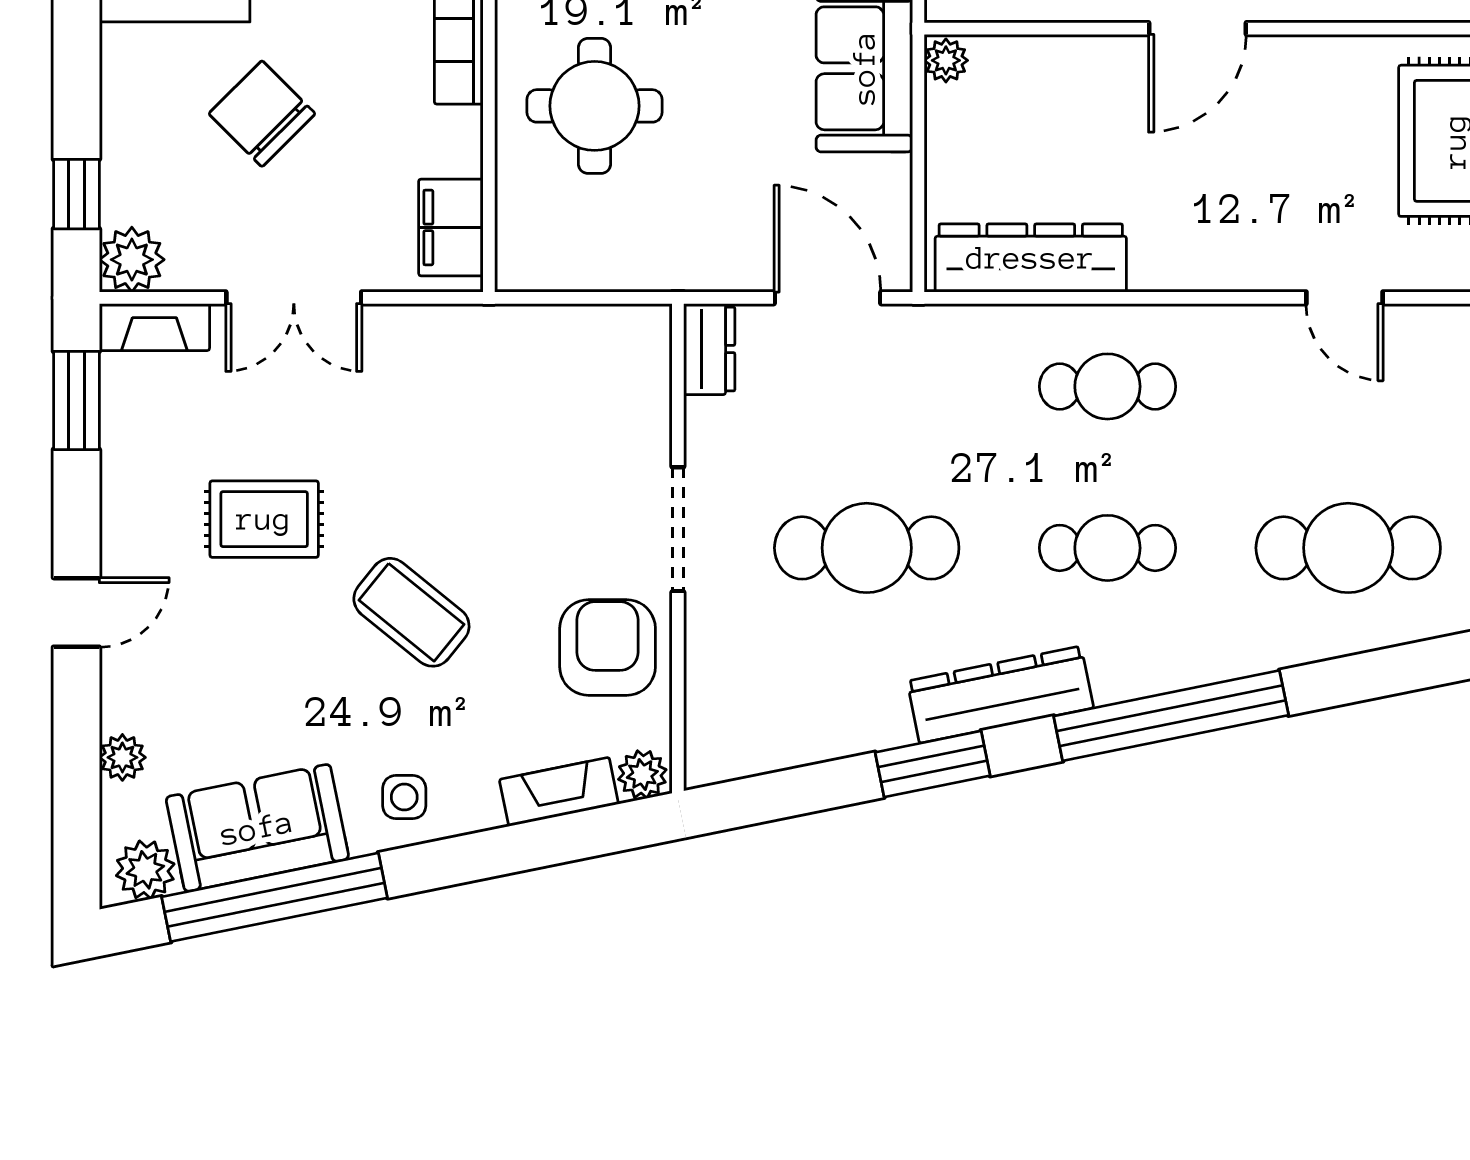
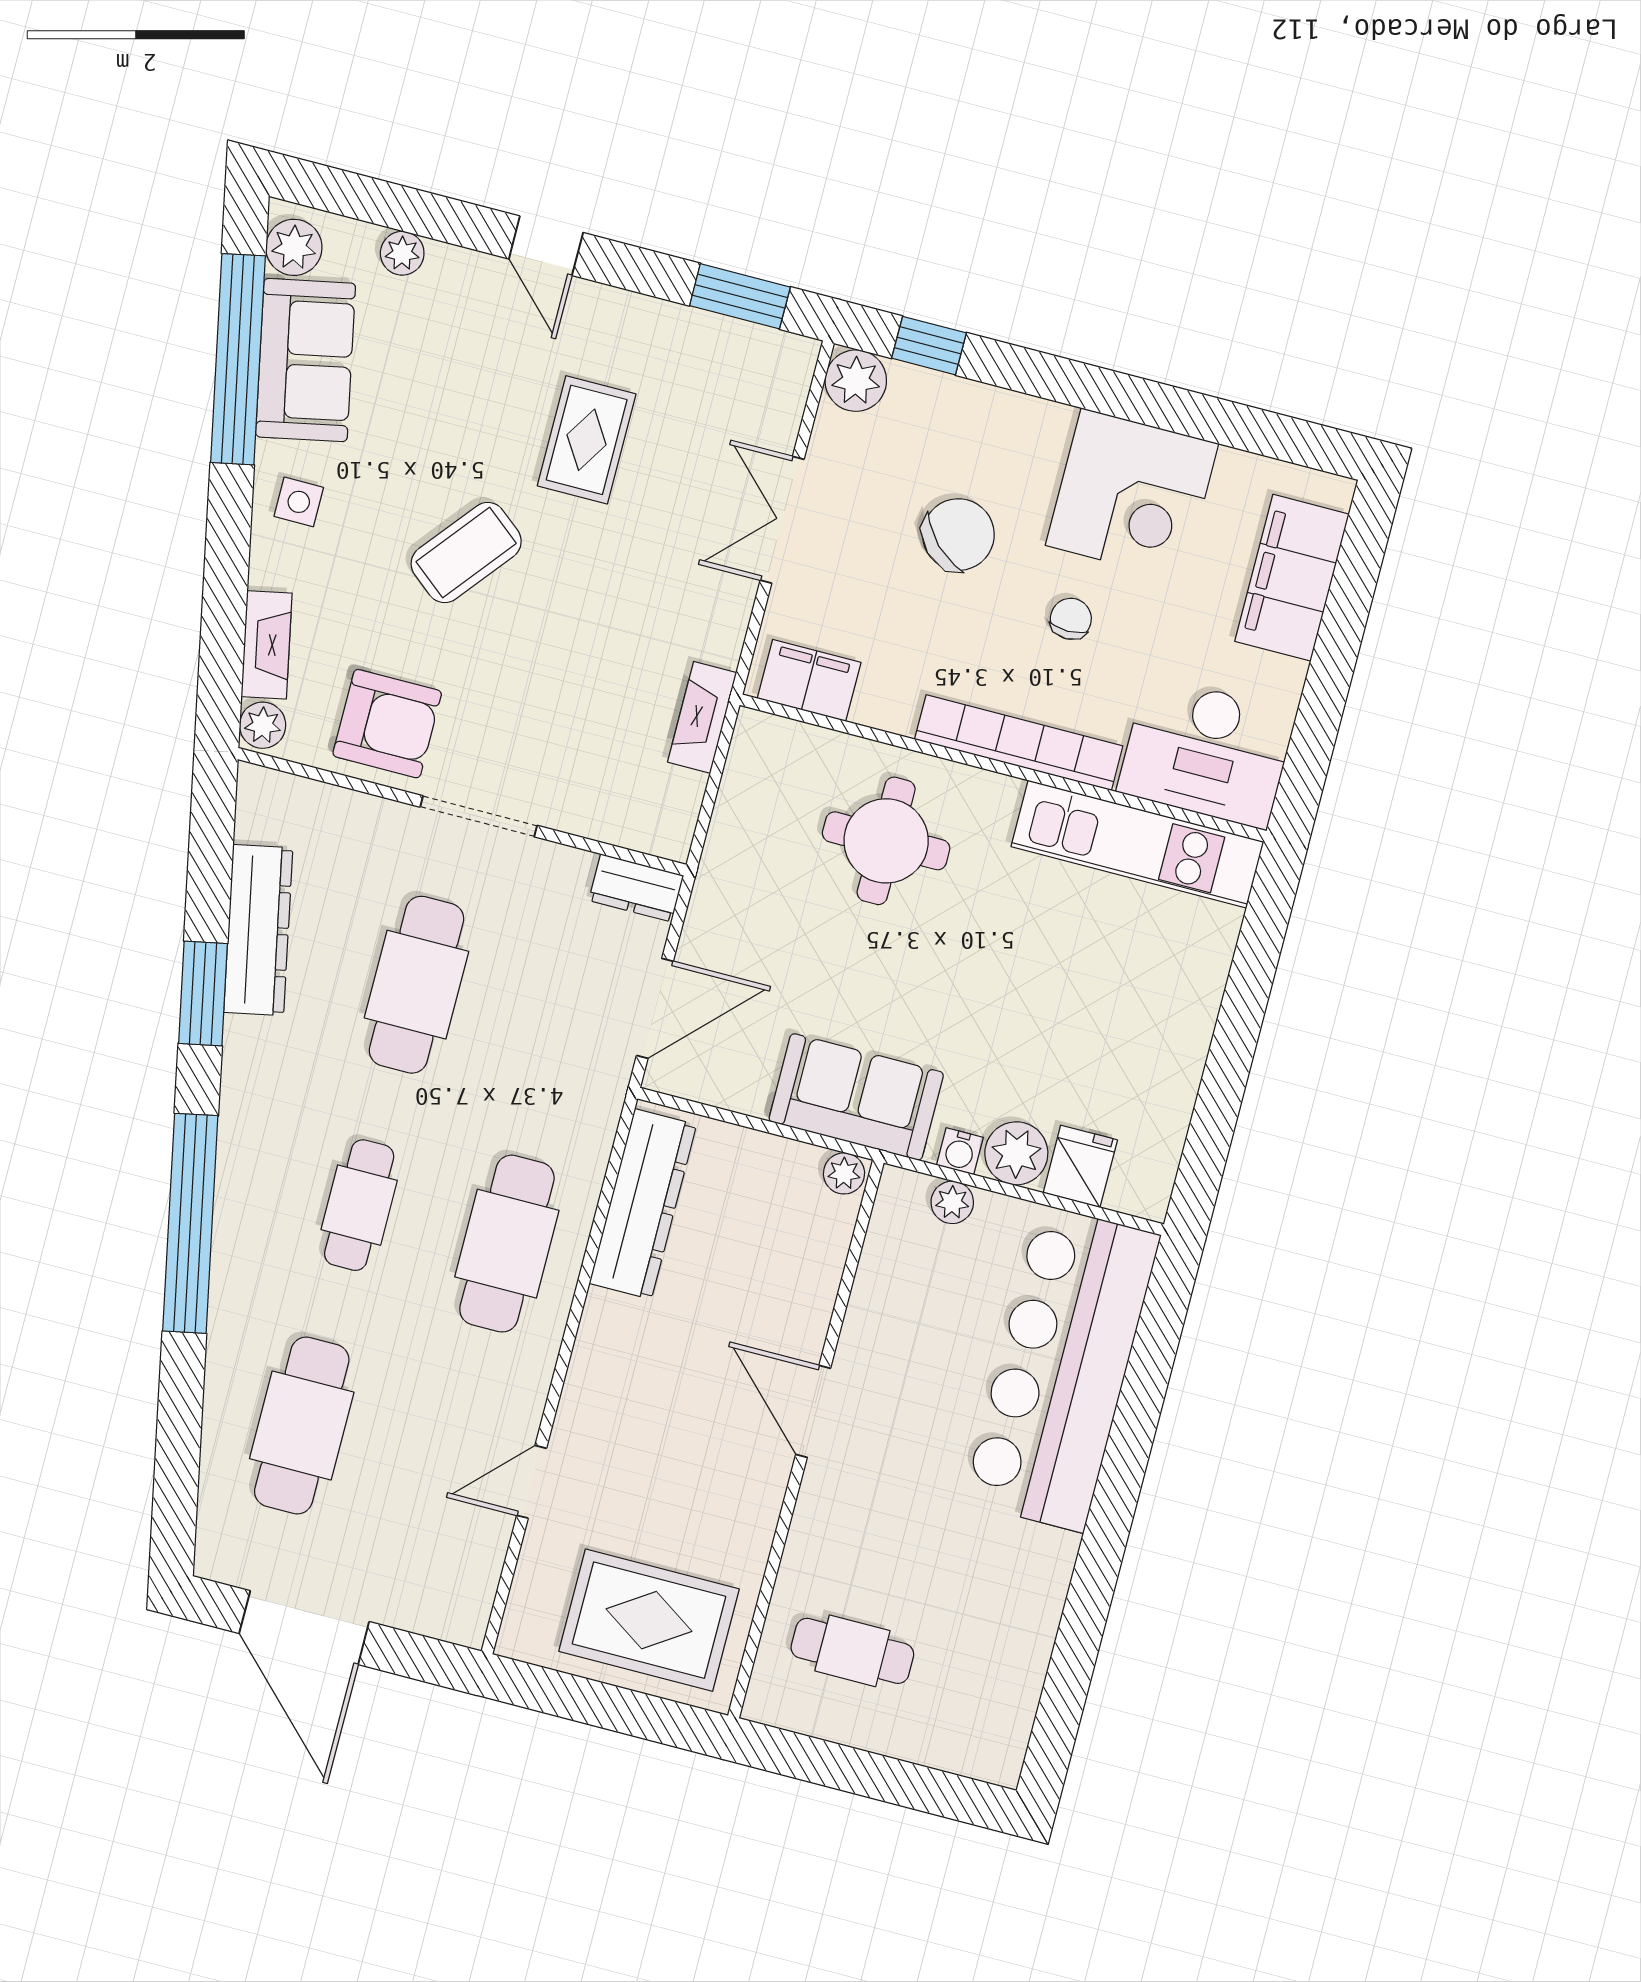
fireplace: (154, 327) -> (702, 717), moved
cafe table: (1107, 386) -> (507, 1244), width x1.37, depth x1.35
dresser: (1000, 695) -> (258, 930), moved

